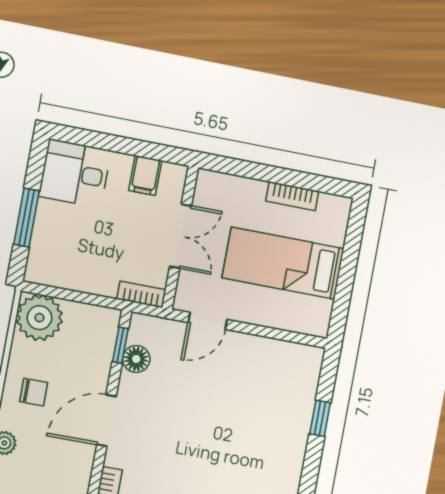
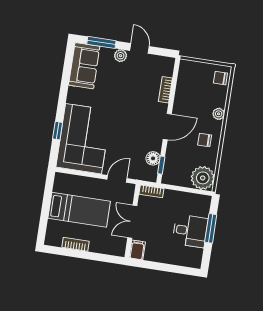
desk: (75, 173) -> (190, 231), moved
filing cabinet: (145, 175) -> (137, 250), moved
corner sofa: (271, 401) -> (83, 139), added

